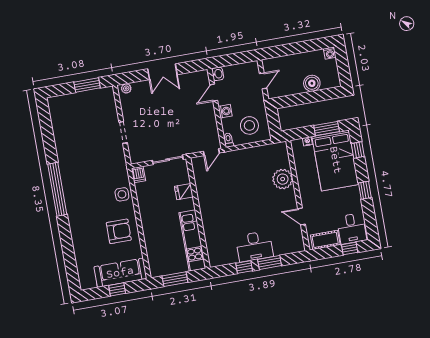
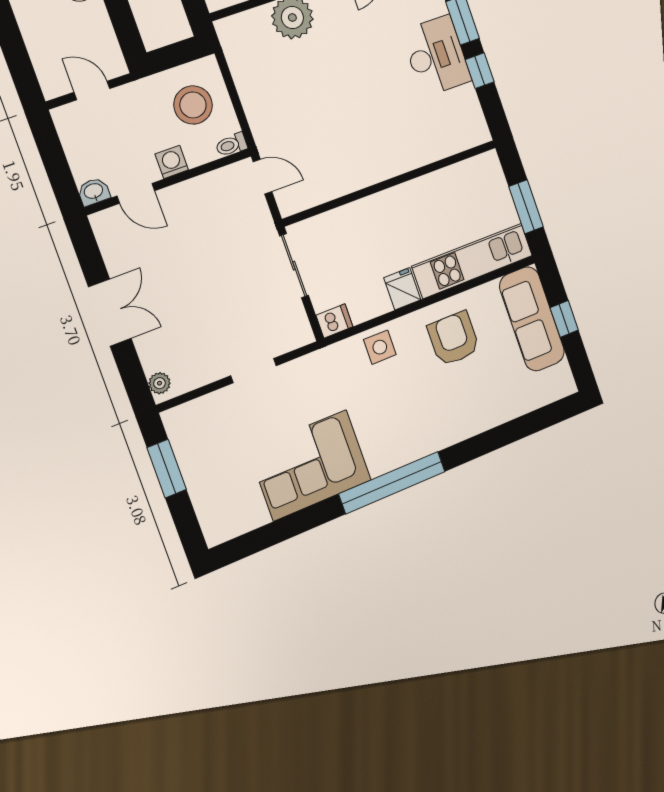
corner sofa: (74, 151) -> (310, 465), added
fridge: (184, 192) -> (402, 289), moved, turned 180
kitchen unit: (192, 241) -> (472, 261), moved, turned 180

